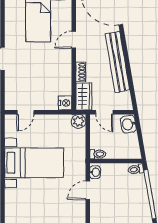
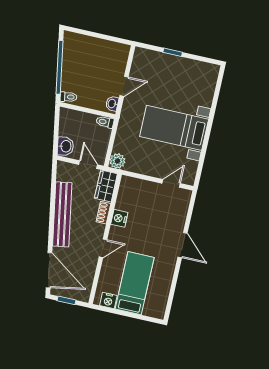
nightstand: (65, 103) -> (119, 218), moved

